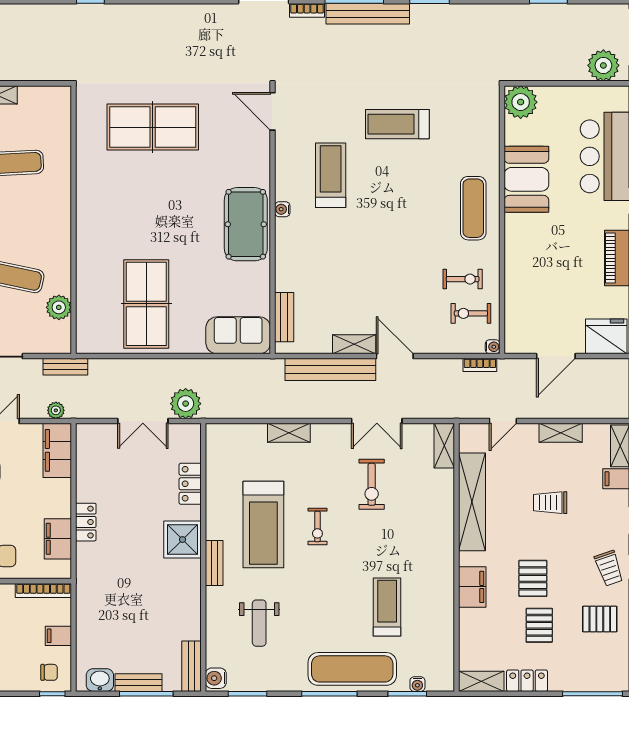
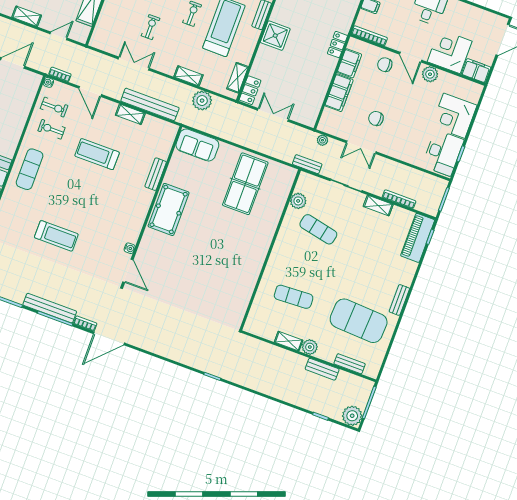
table tennis table: (153, 127) -> (203, 288), removed
treadmill: (331, 175) -> (97, 154), moved, turned 90
water cooler: (282, 209) -> (130, 248), moved
bench: (284, 317) -> (156, 174), moved
door: (395, 356) -> (90, 91), moved
plant: (186, 404) -> (202, 101), moved
shelving: (444, 446) -> (237, 78), moved
filing cabinet: (57, 450) -> (339, 93), moved
locker: (190, 484) -> (250, 90), moved
exercise bike: (372, 484) -> (151, 27), width x0.73, depth x0.72
locker: (86, 522) -> (337, 45), moved

